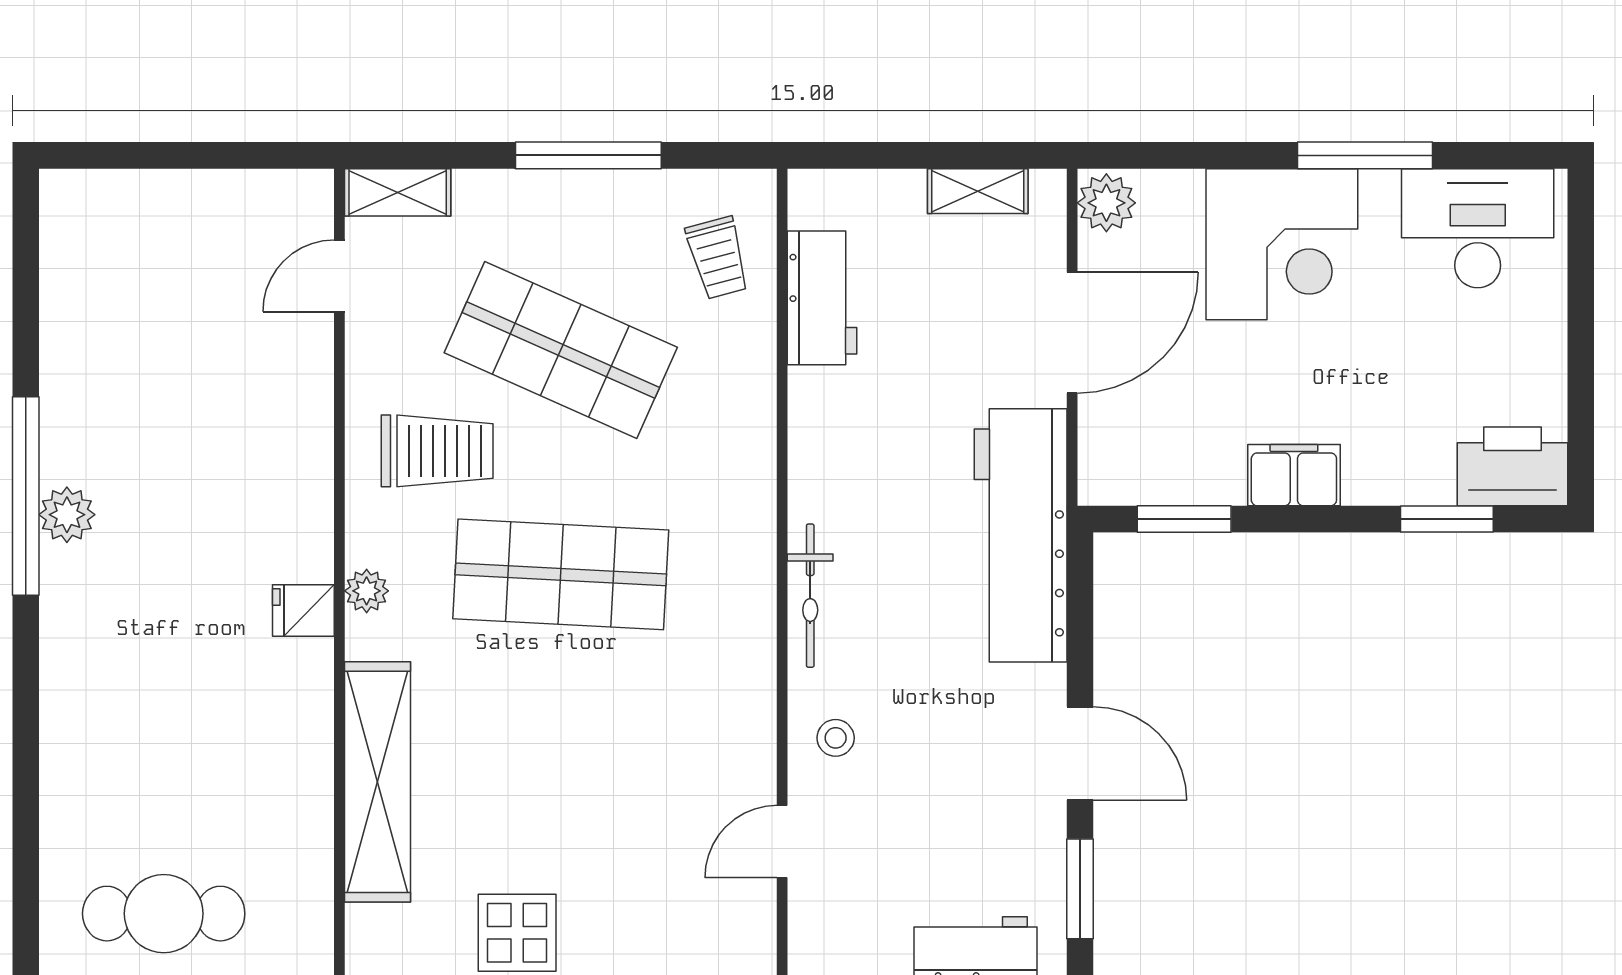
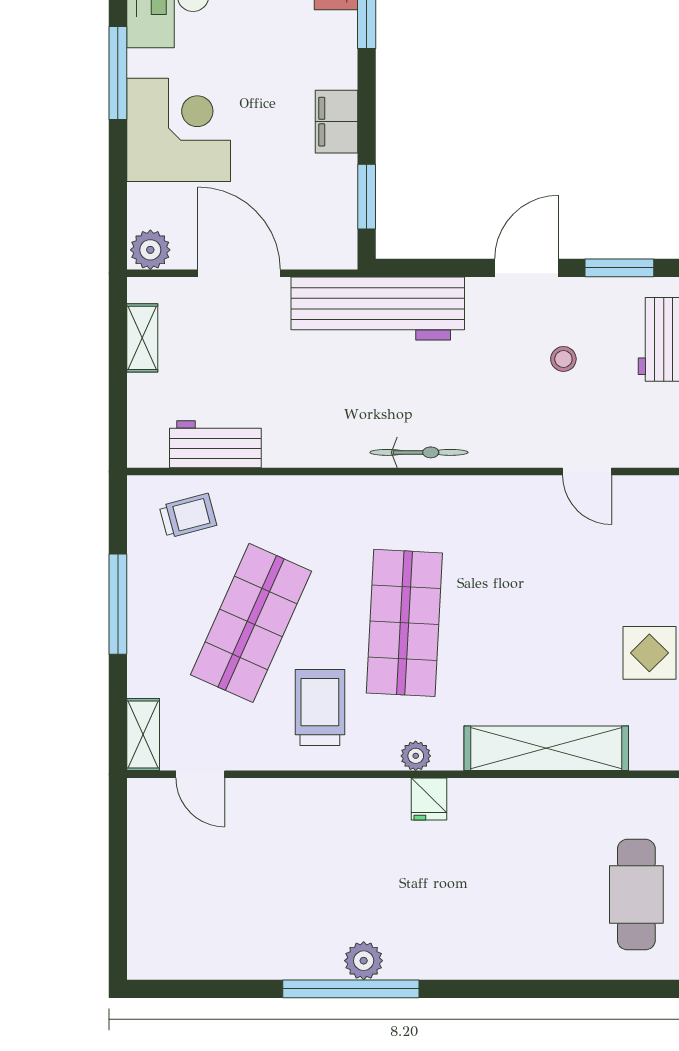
stool: (836, 738) -> (563, 359), moved

